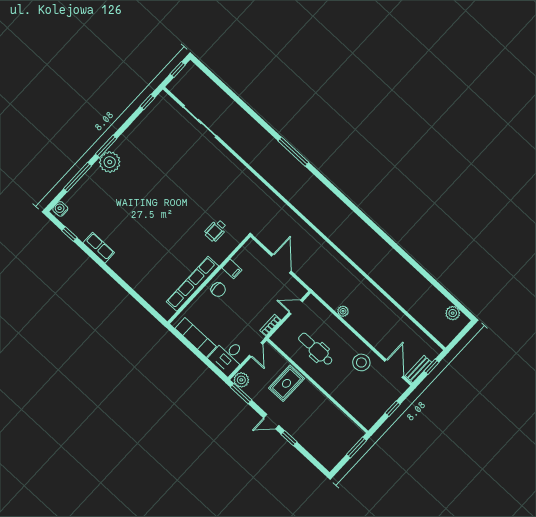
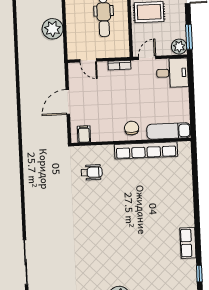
filing cabinet: (232, 269) -> (84, 134), moved
plant: (343, 311) -> (53, 29), width x1.87, depth x1.87
exam couch: (196, 337) -> (169, 131), moved, turned 90

